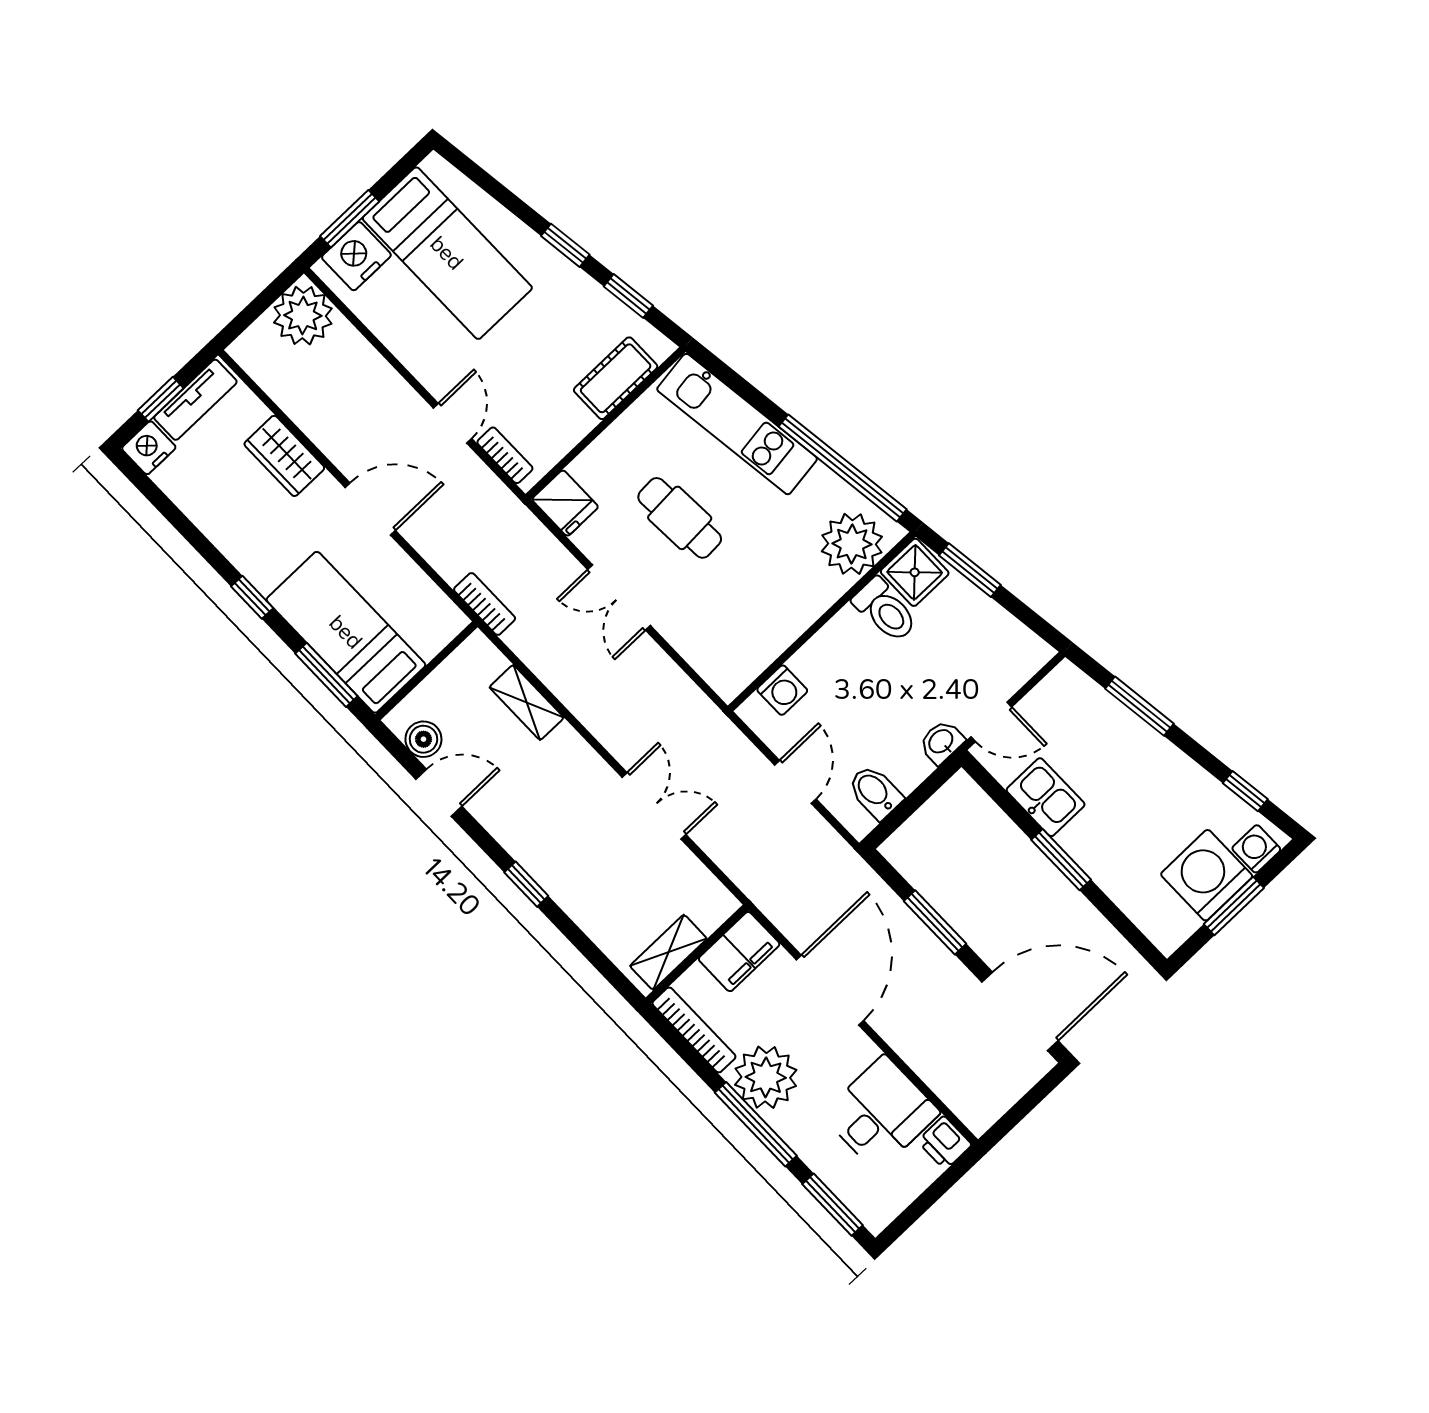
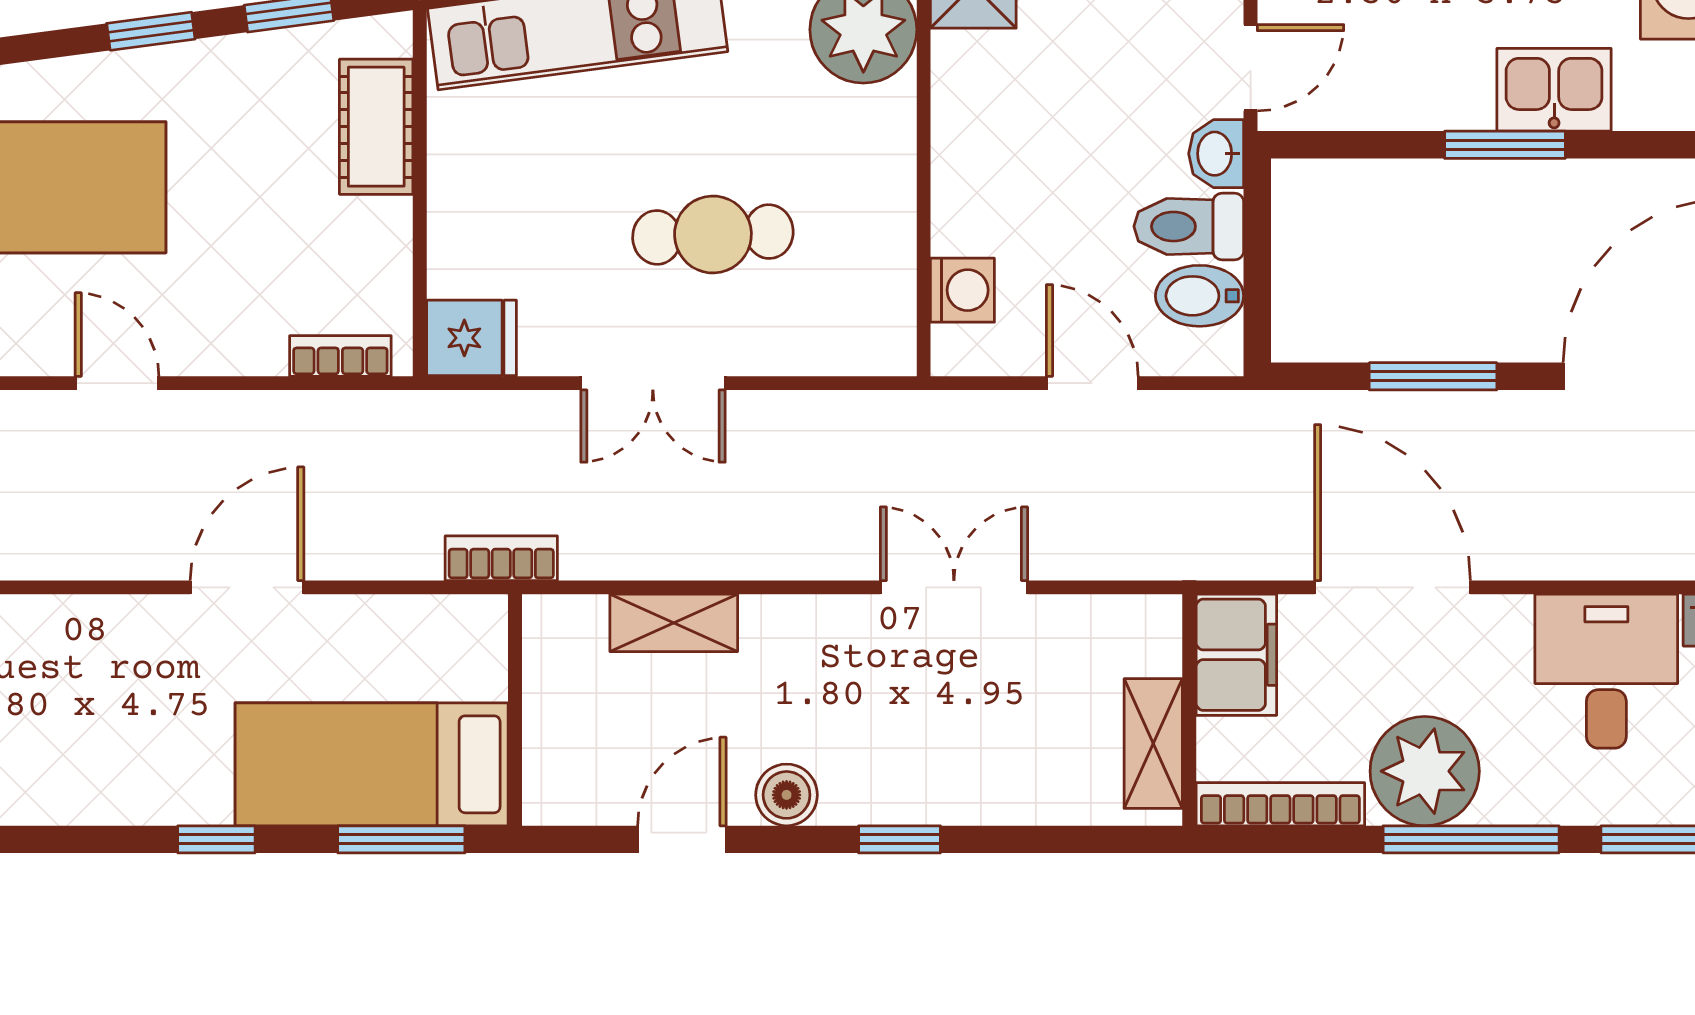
door: (453, 423) -> (117, 383), moved
wardrobe: (284, 456) -> (79, 631), removed
cafe table: (680, 518) -> (713, 234), moved
toilet: (885, 610) -> (1189, 226), moved, turned 180
boiler: (423, 739) -> (787, 795), moved
kitchen sink: (1046, 797) -> (1554, 90), moved

